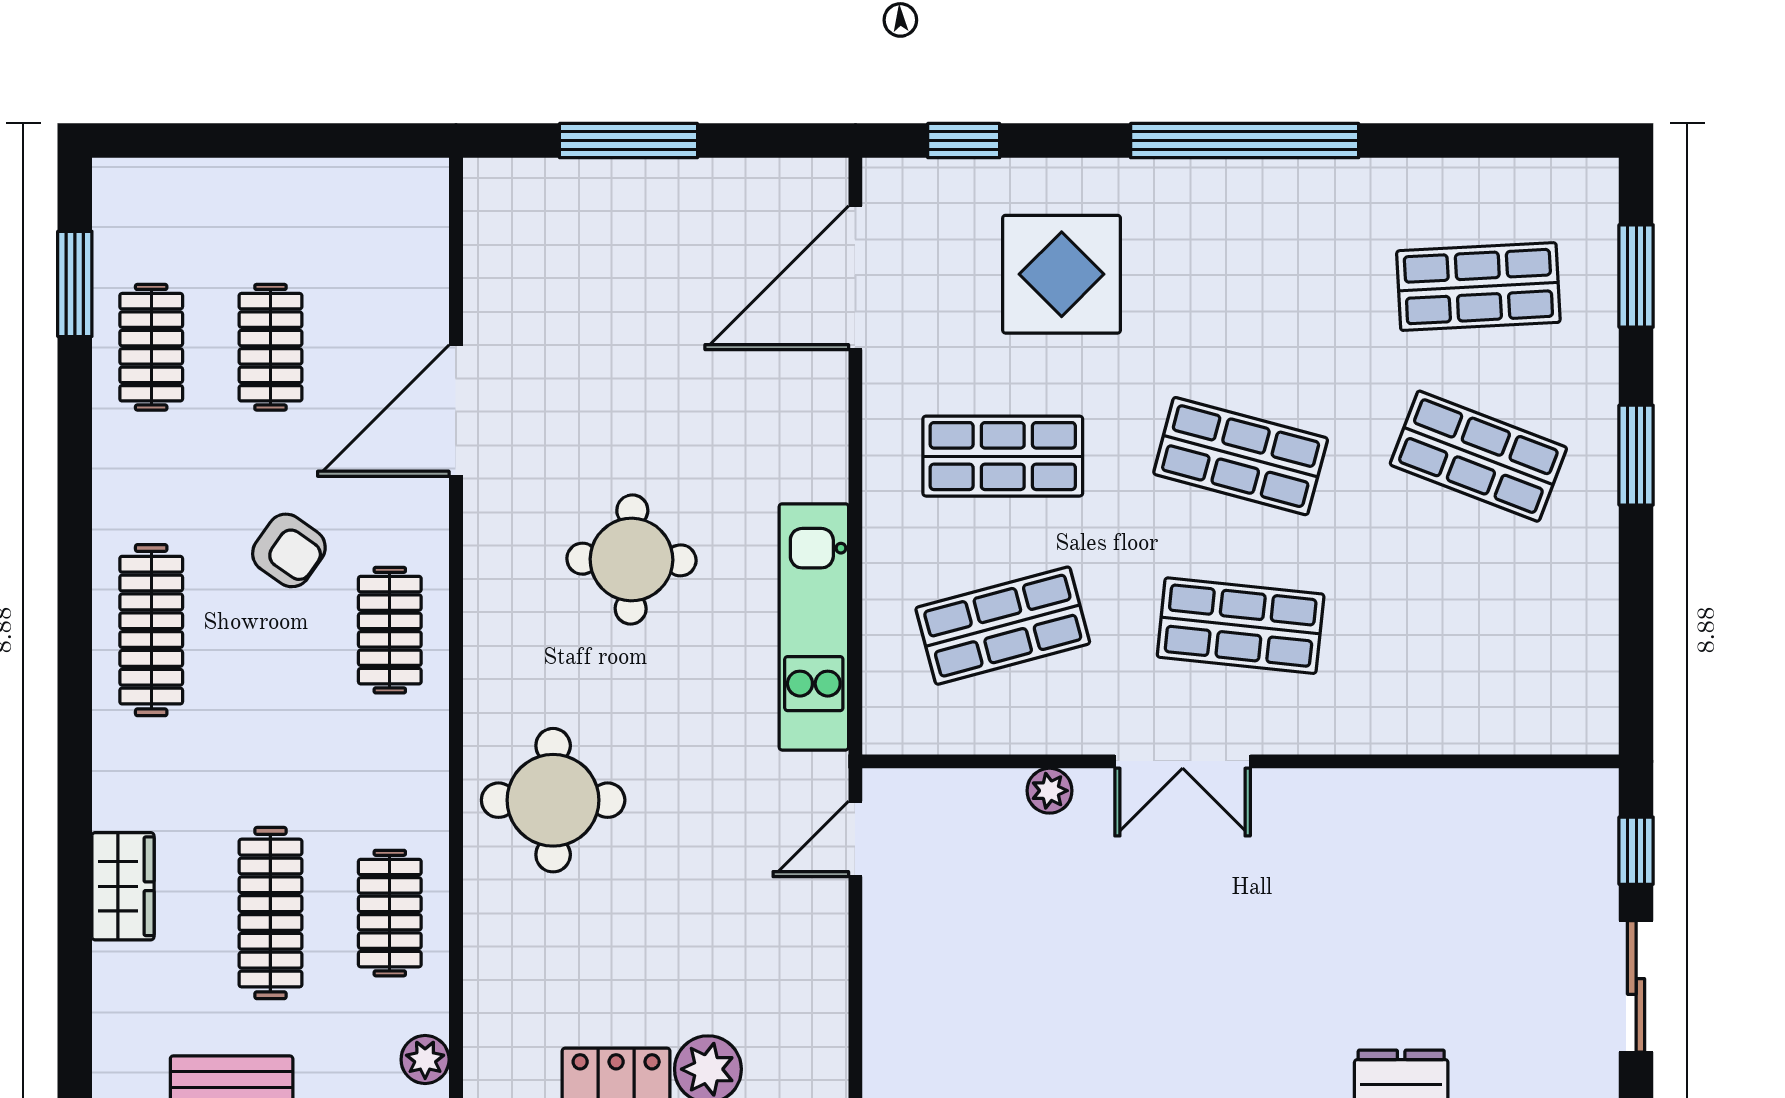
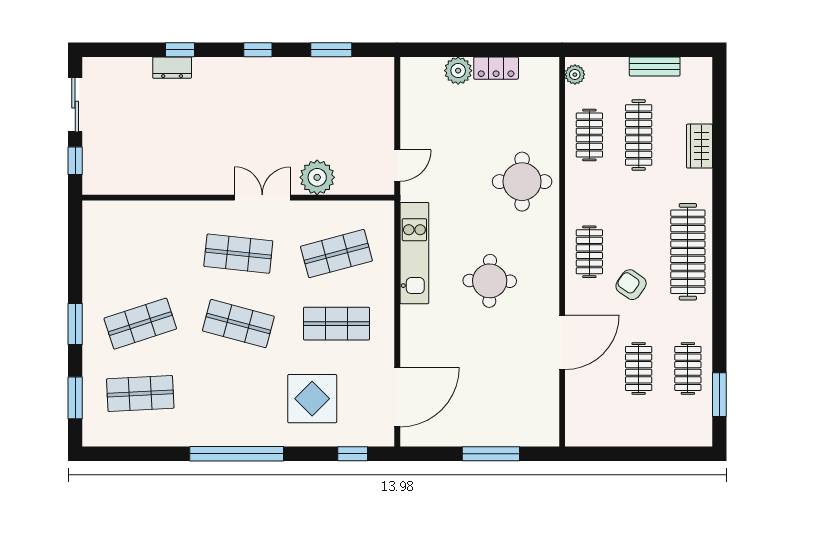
shop shelf: (1478, 456) -> (140, 324), turned -39
clothes rail: (151, 630) -> (688, 252), width x1.37, depth x1.31
plant: (1050, 791) -> (317, 177), width x1.87, depth x1.87

